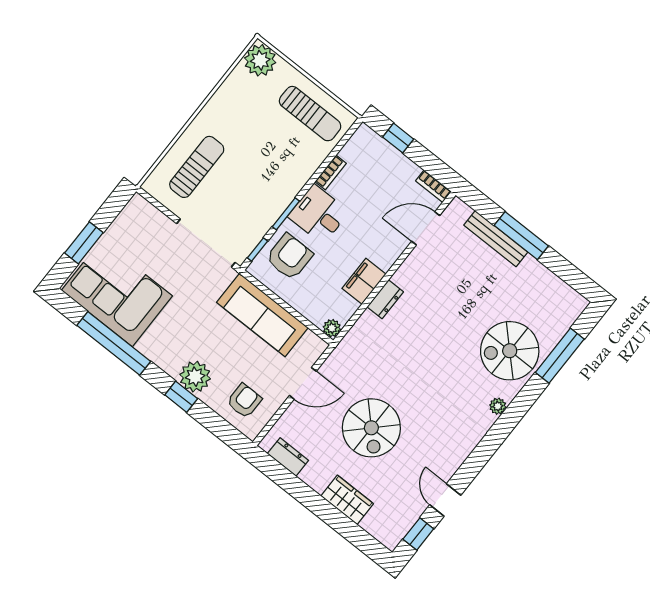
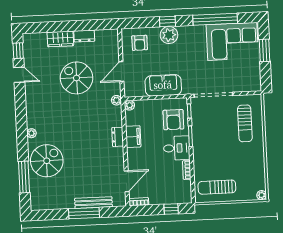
plant: (260, 60) -> (262, 195), width x0.53, depth x0.53
sofa: (262, 315) -> (163, 85), width x0.73
plant: (344, 350) -> (116, 100), added
dresser: (288, 457) -> (84, 36), moved

